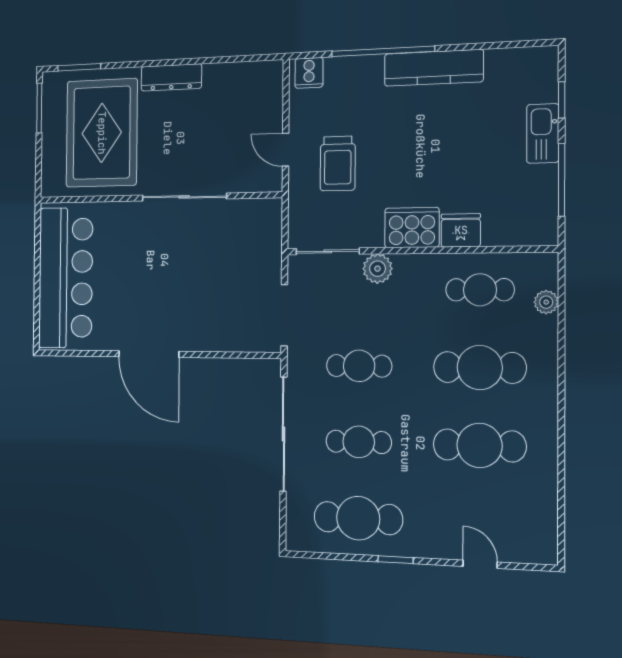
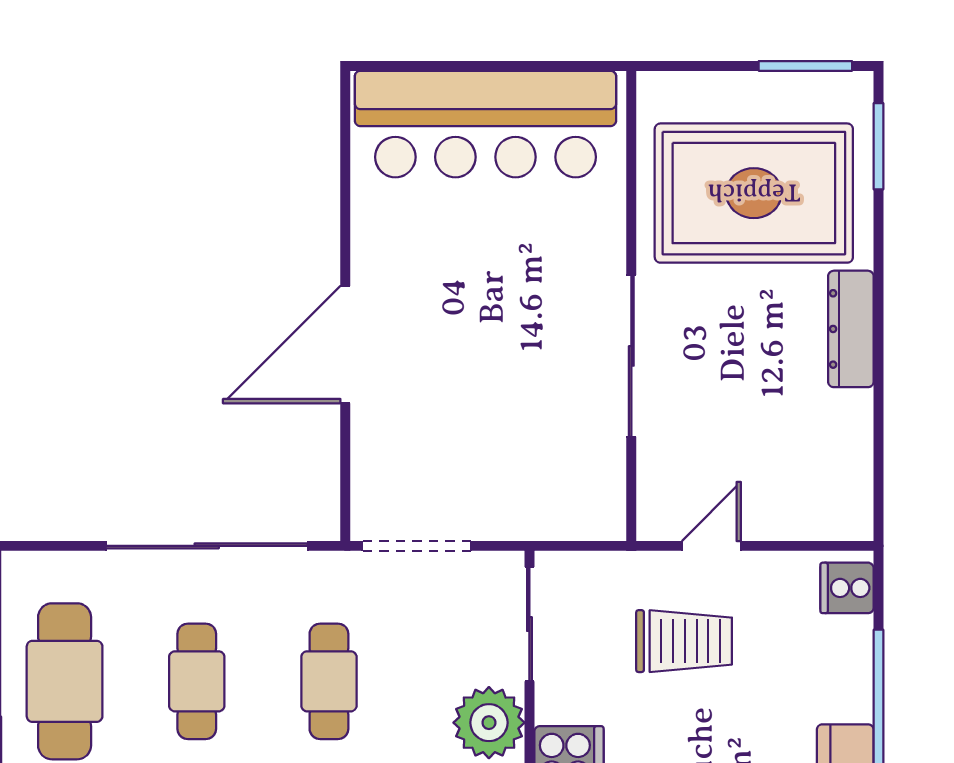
trolley: (338, 164) -> (684, 641), turned 180
plant: (378, 269) -> (489, 723), width x1.36, depth x1.36
door: (149, 354) -> (345, 345), moved

